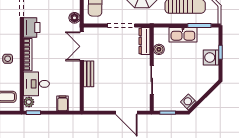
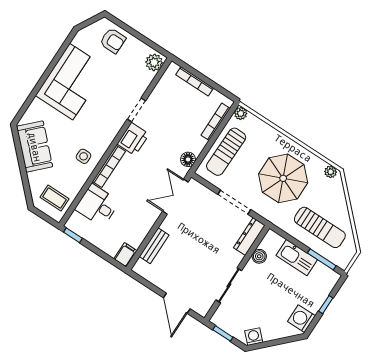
washing machine: (211, 57) -> (301, 319), moved
bench: (89, 74) -> (154, 246), moved
plant: (29, 102) -> (76, 220), removed
filing cabinet: (63, 103) -> (125, 255), moved

